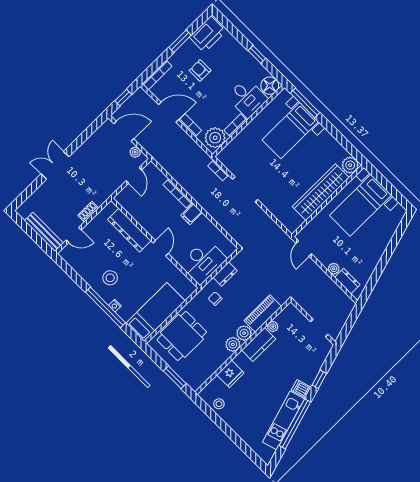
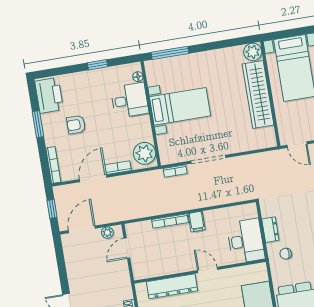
floor lamp: (270, 86) -> (138, 77), width x0.53, depth x0.53
bookcase: (235, 125) -> (146, 128), removed
bed with nightstands: (290, 131) -> (180, 106), moved, turned -90
door: (134, 175) -> (127, 248), swing flipped

